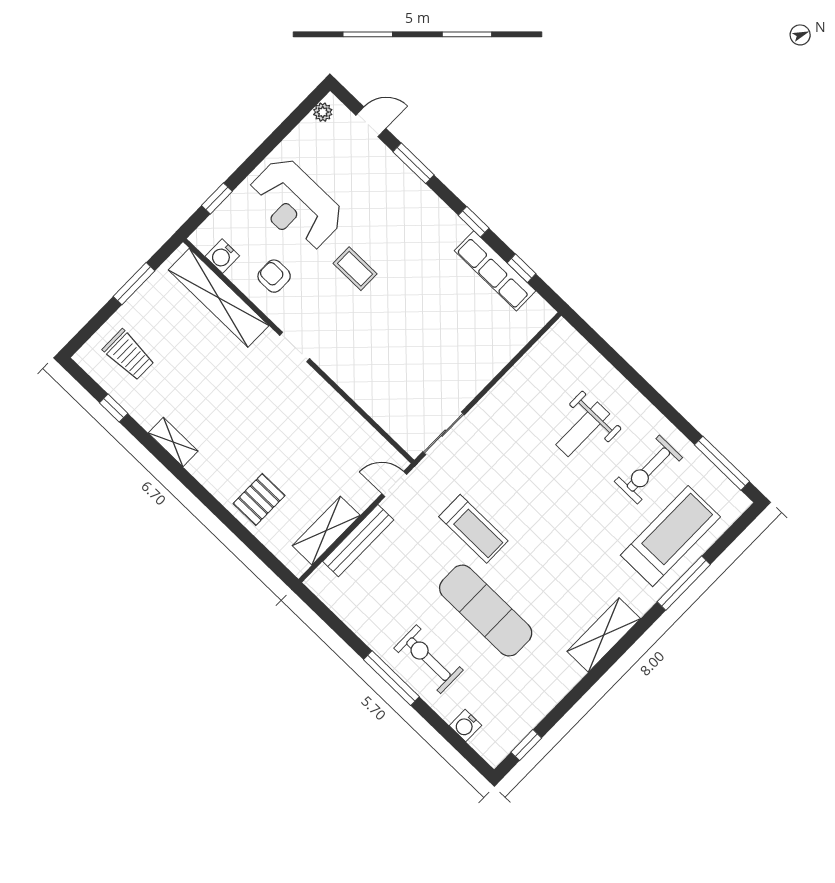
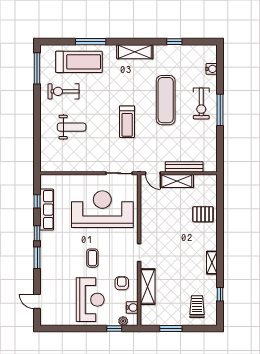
plant: (323, 112) -> (123, 321), moved
window: (414, 163) -> (37, 258), moved
armchair: (274, 276) -> (122, 283), turned 180
shelving: (219, 298) -> (148, 287), width x0.68
reception desk: (414, 355) -> (102, 209), added
exercise bike: (648, 469) -> (64, 91), turned 180
treadmill: (473, 529) -> (127, 122), moved, turned 180
shelving: (326, 531) -> (177, 181), moved
treadmill: (670, 536) -> (79, 62), turned 180
window: (526, 745) -> (174, 42), moved

